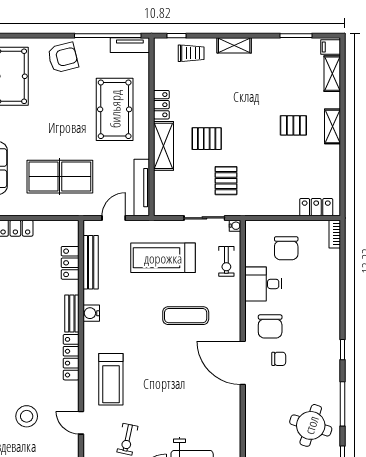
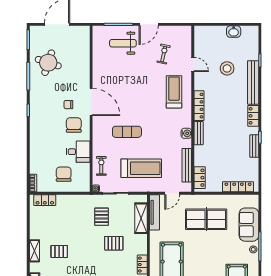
shelving: (163, 146) -> (141, 218), moved
locker: (70, 263) -> (200, 178), moved

